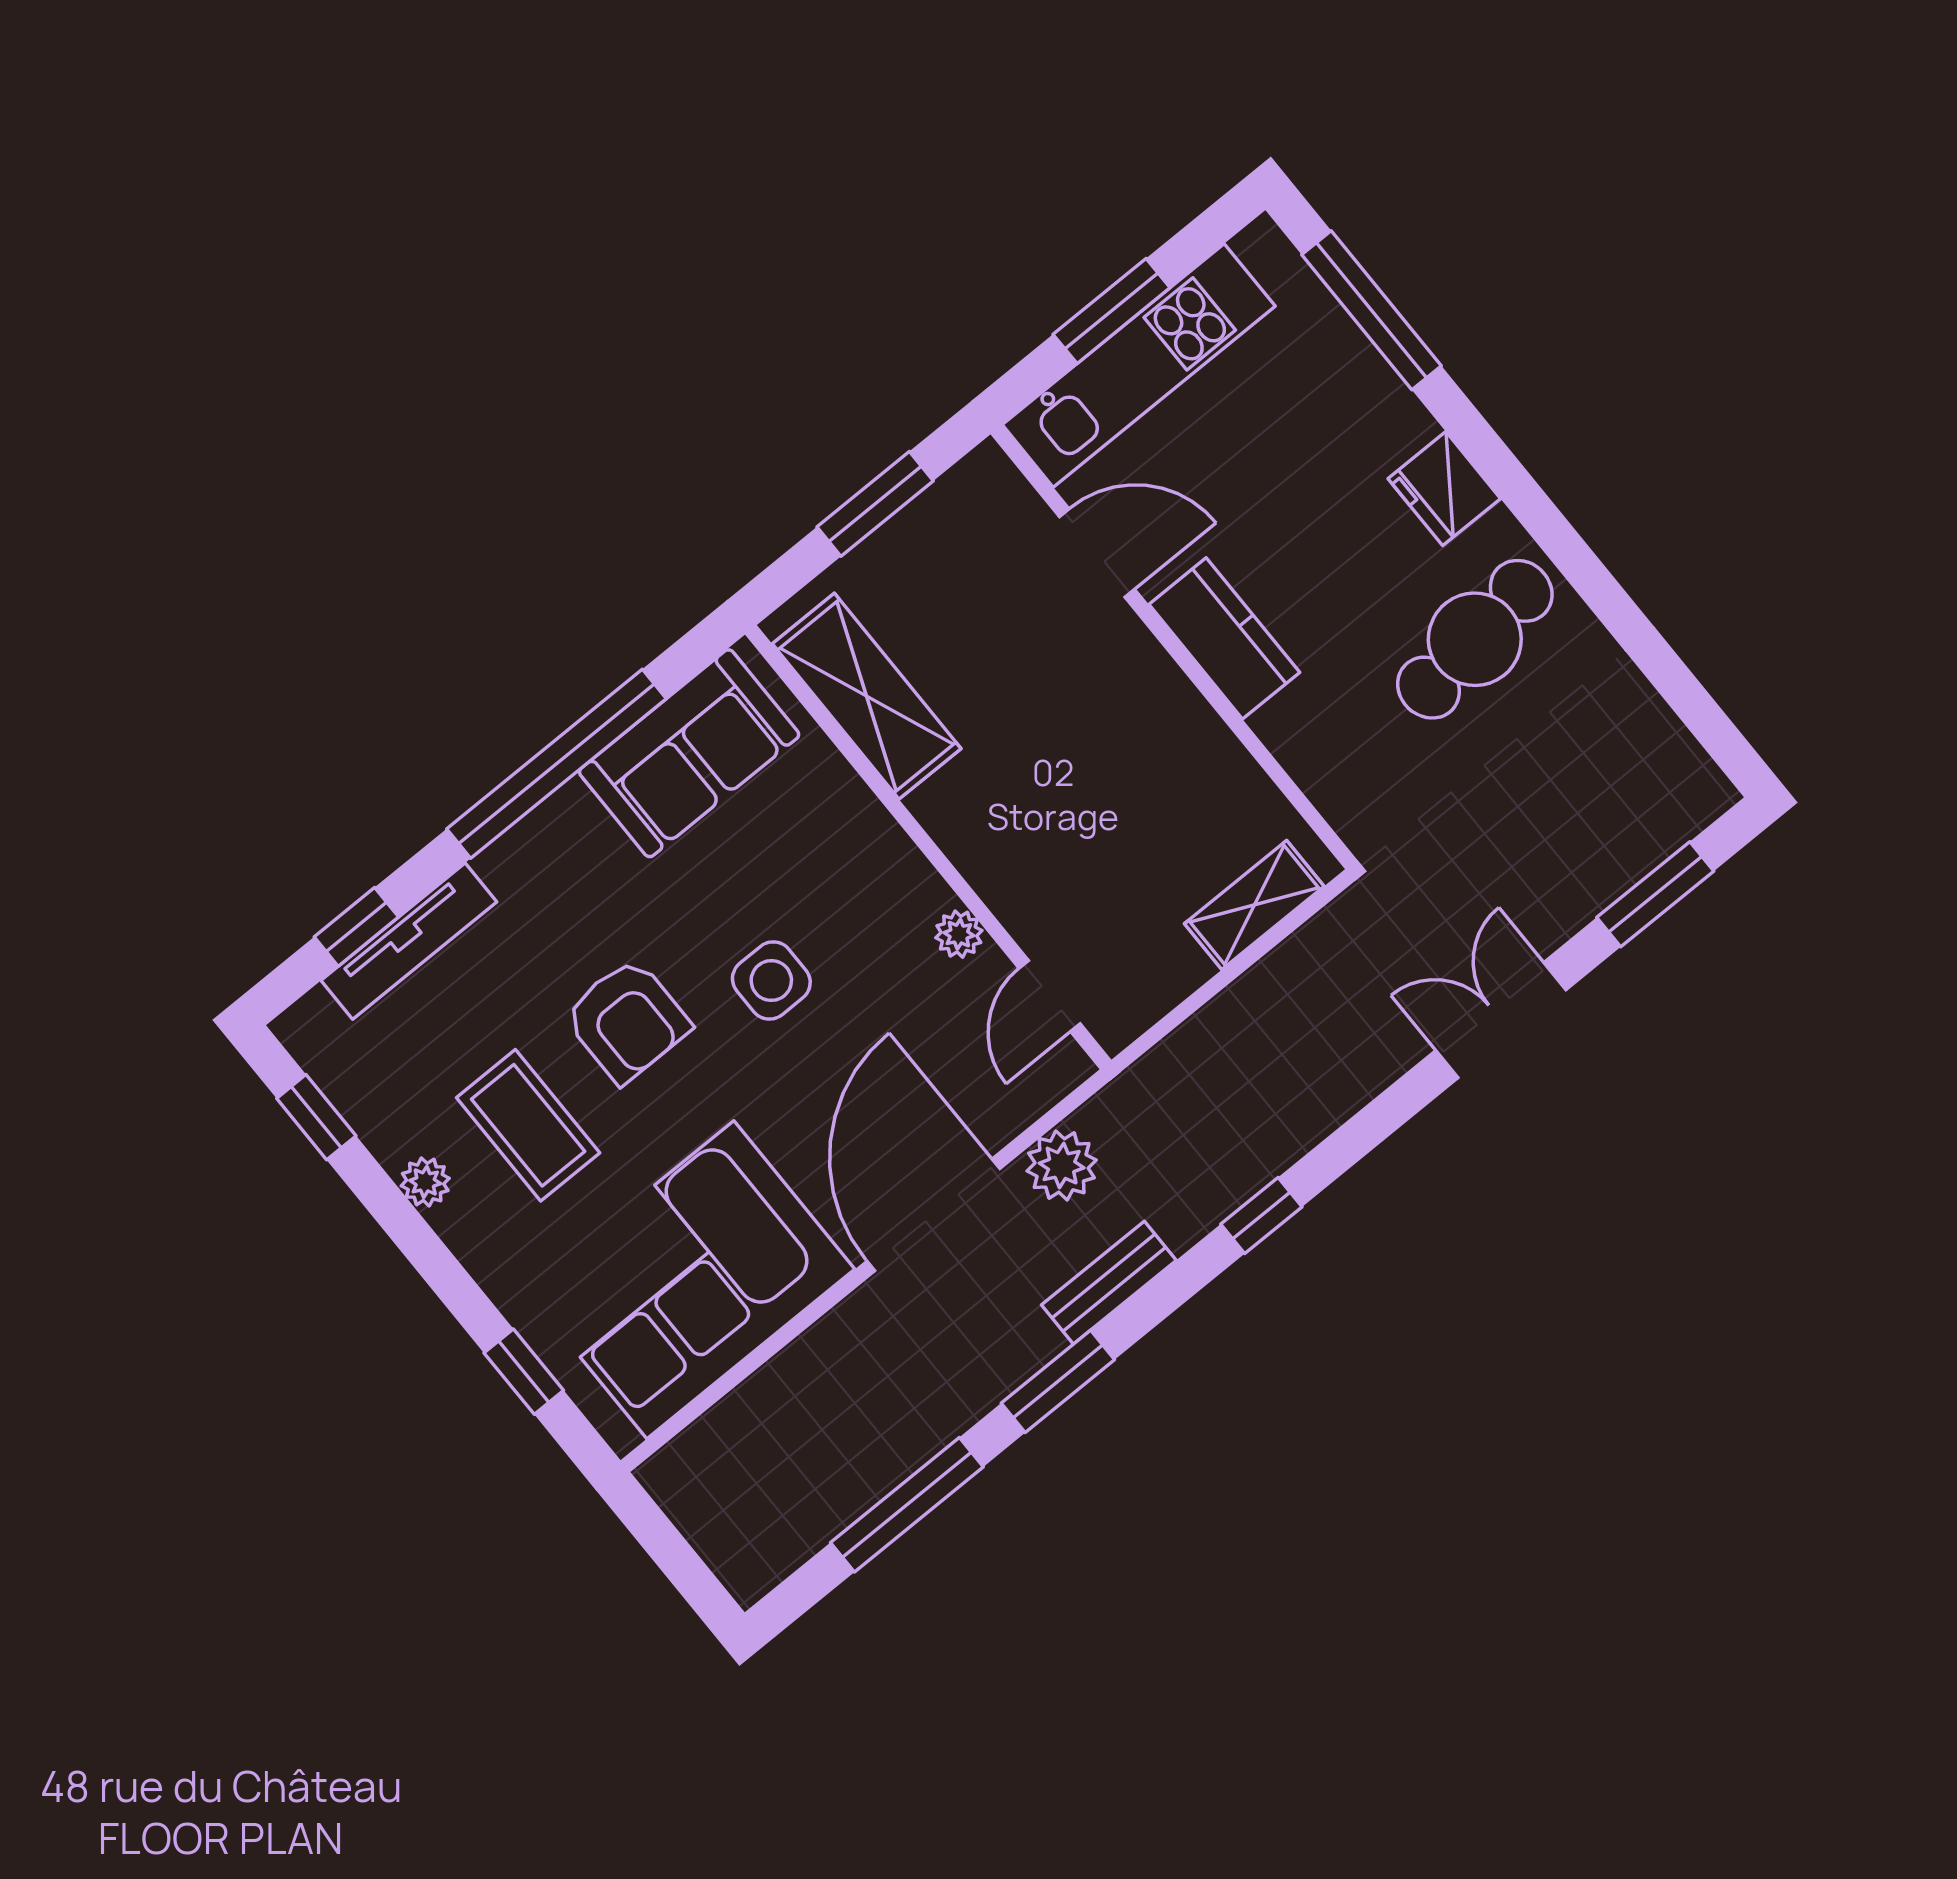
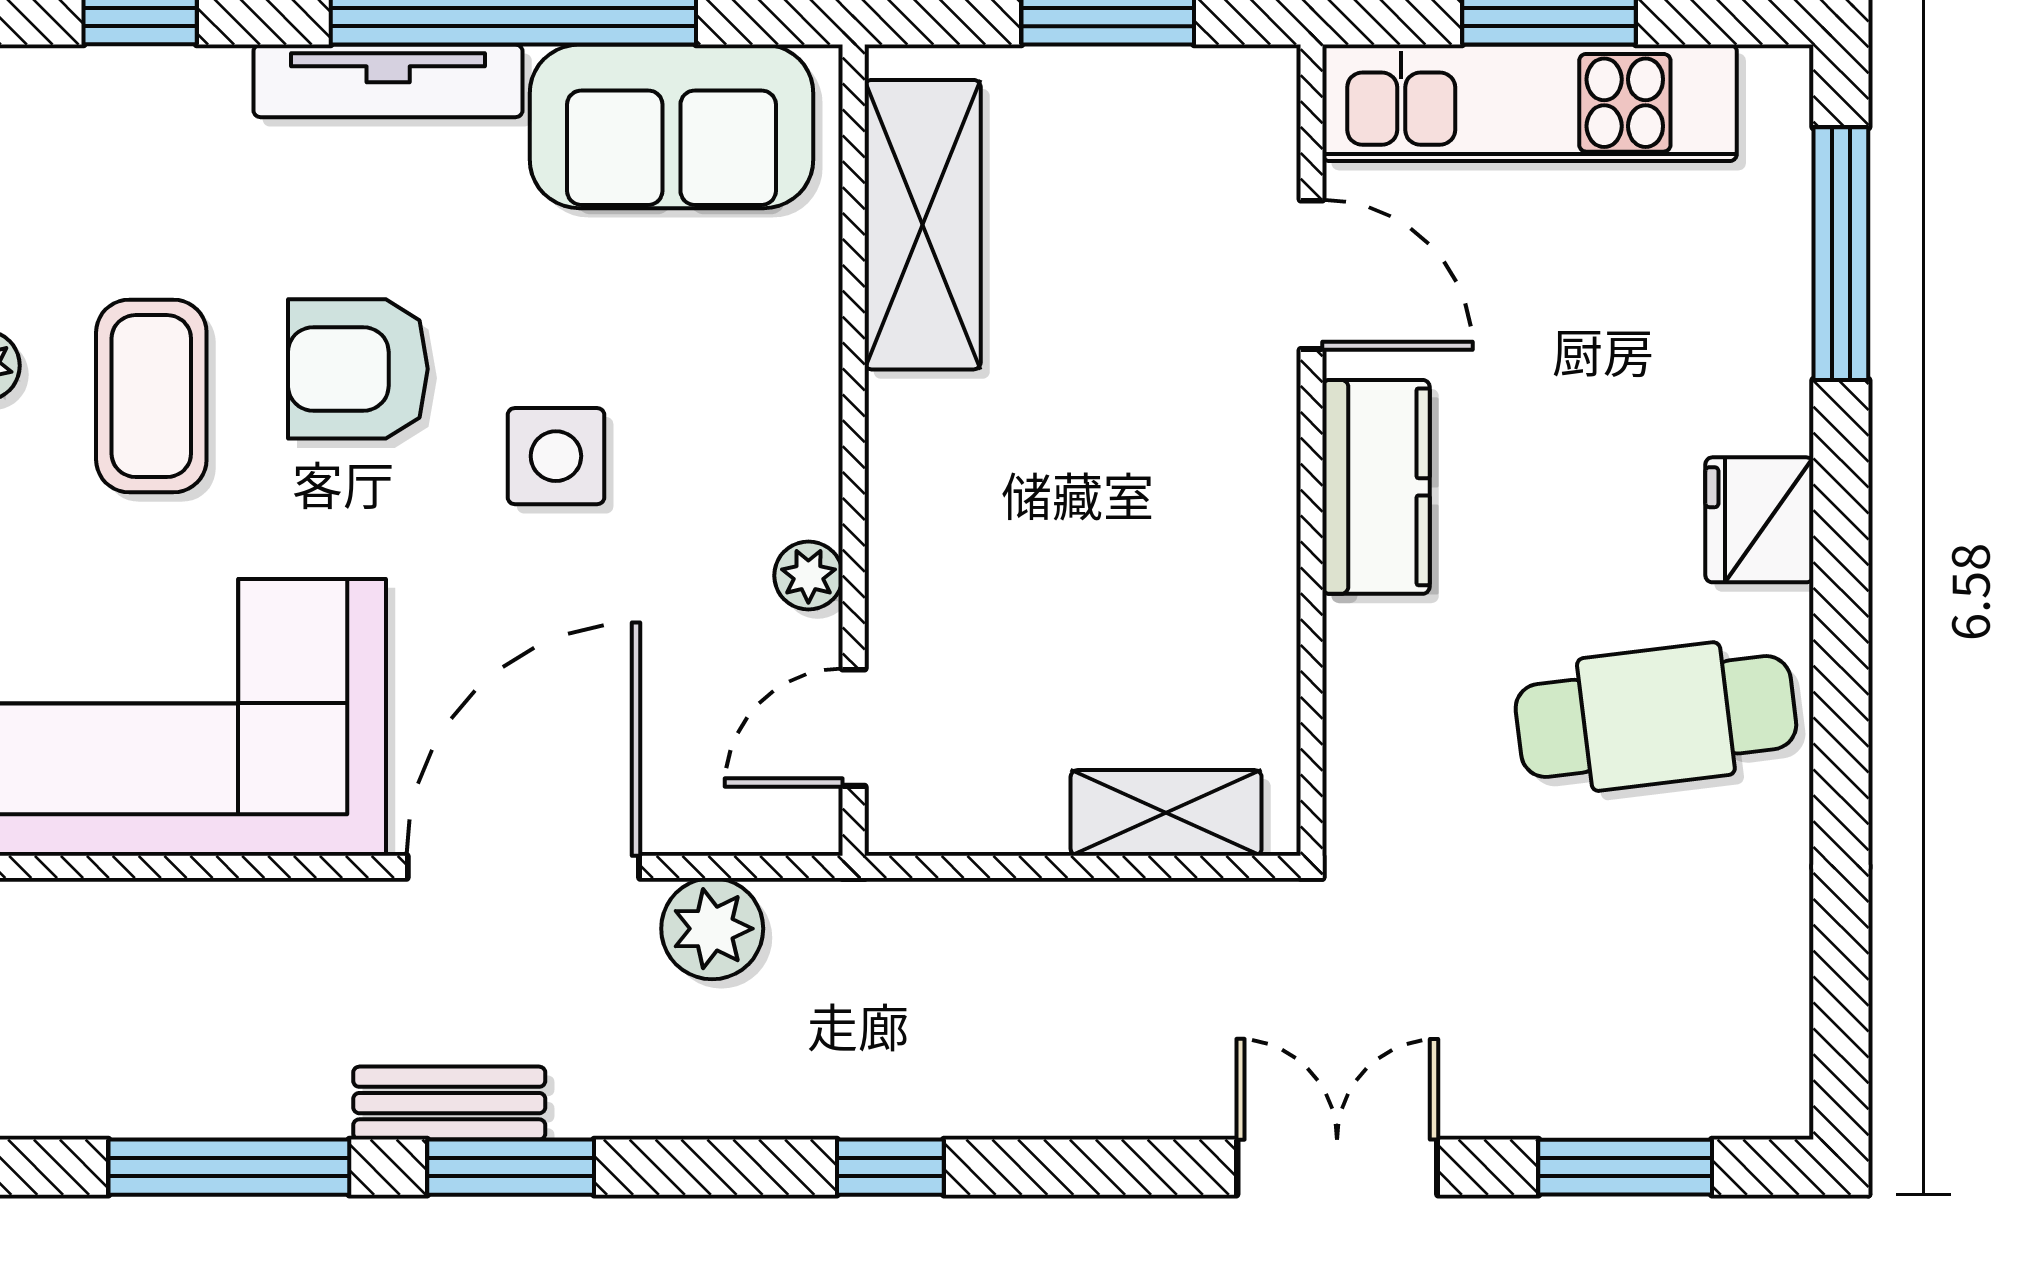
tv unit: (409, 941) -> (388, 81), moved
armchair: (627, 1020) -> (358, 369), turned 90
bench: (1109, 1283) -> (449, 1103), moved

